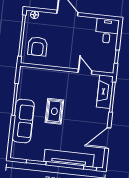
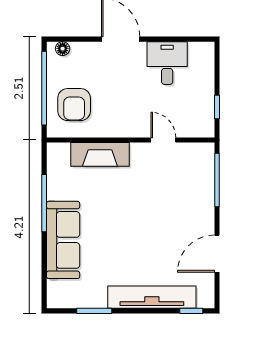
desk: (107, 31) -> (167, 63), moved
fireplace: (105, 92) -> (100, 154), moved, turned -90
rug: (54, 111) -> (117, 217), removed

